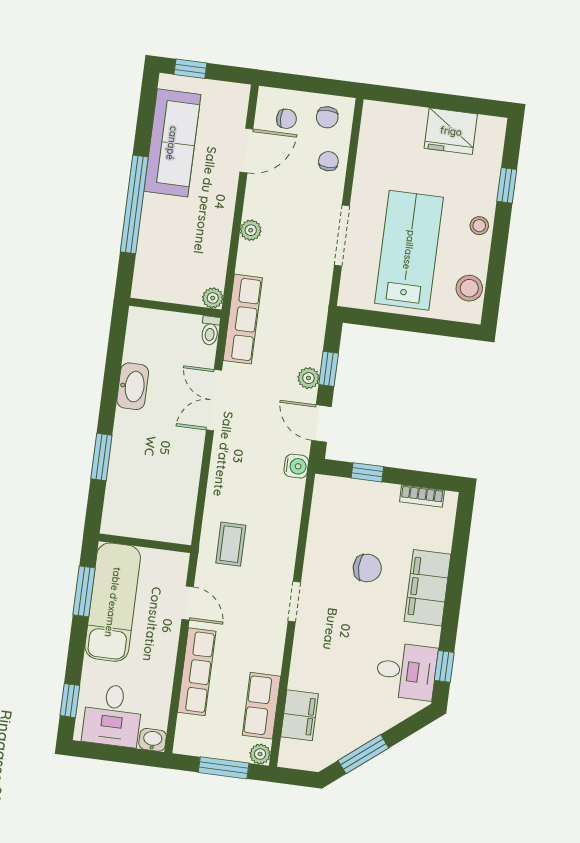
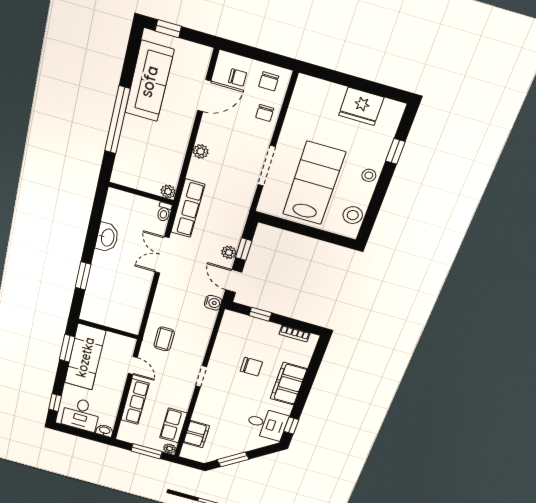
chair: (328, 161) -> (265, 113), turned 180

